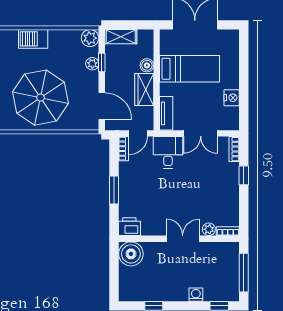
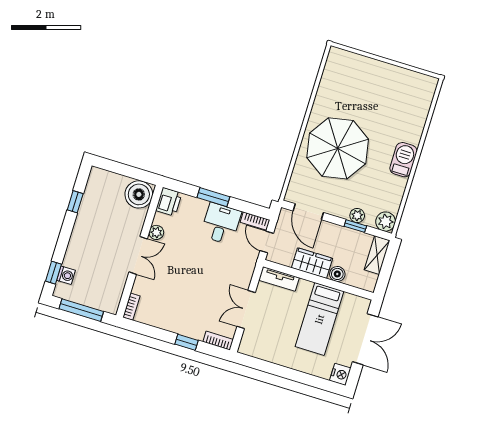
nightstand: (232, 98) -> (340, 374), moved, turned -90
door: (102, 106) -> (308, 212), hinge flipped
desk: (168, 152) -> (221, 224), moved, turned -90
plant: (209, 229) -> (156, 232), moved
washing machine: (196, 295) -> (66, 275), moved

